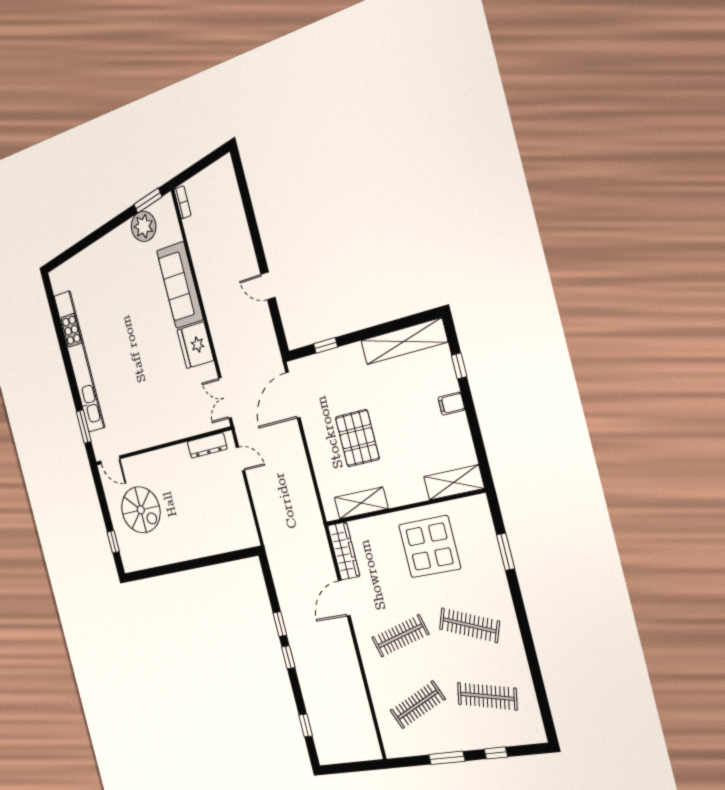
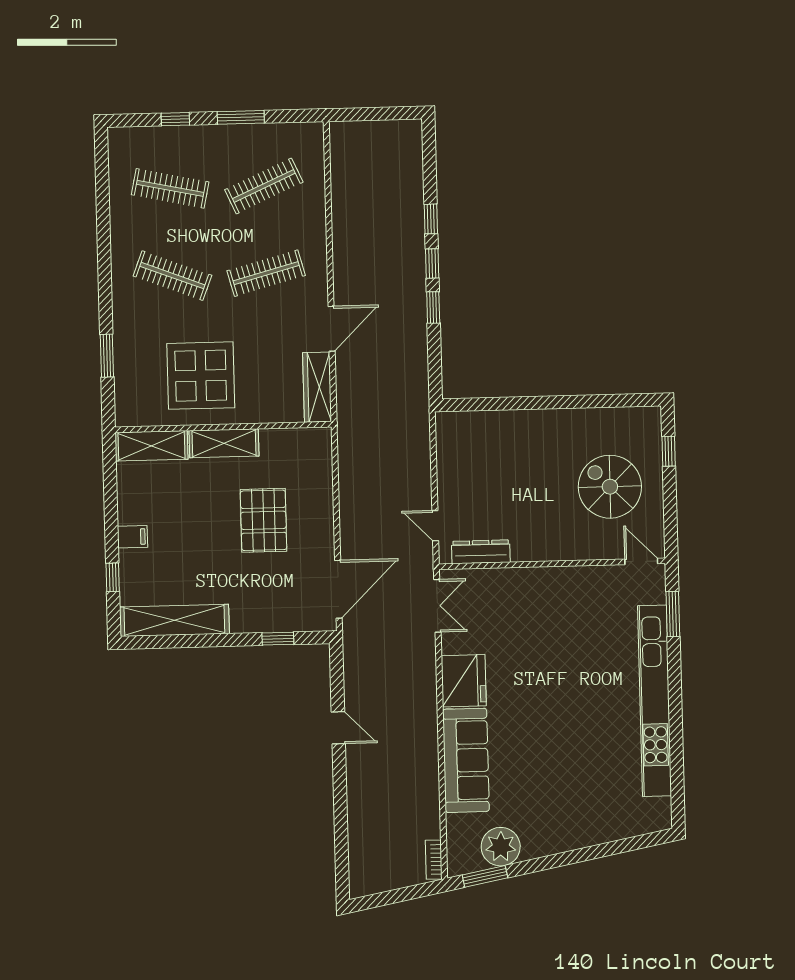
shelving: (361, 503) -> (224, 443), moved
window: (306, 725) -> (431, 219), moved

